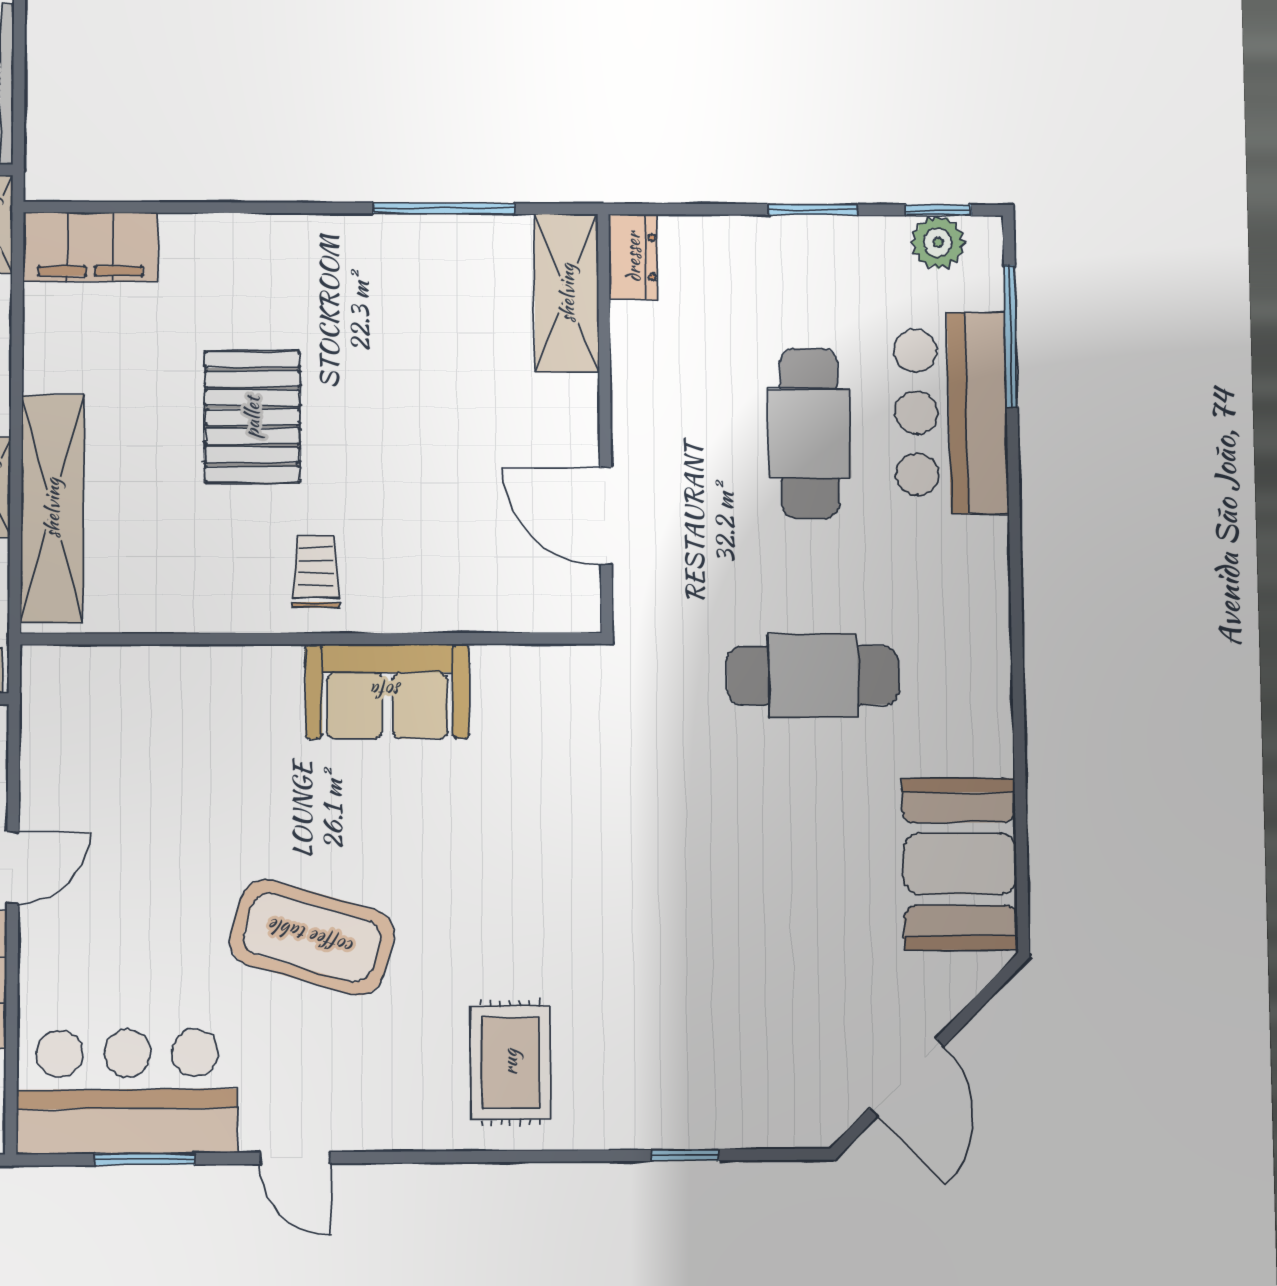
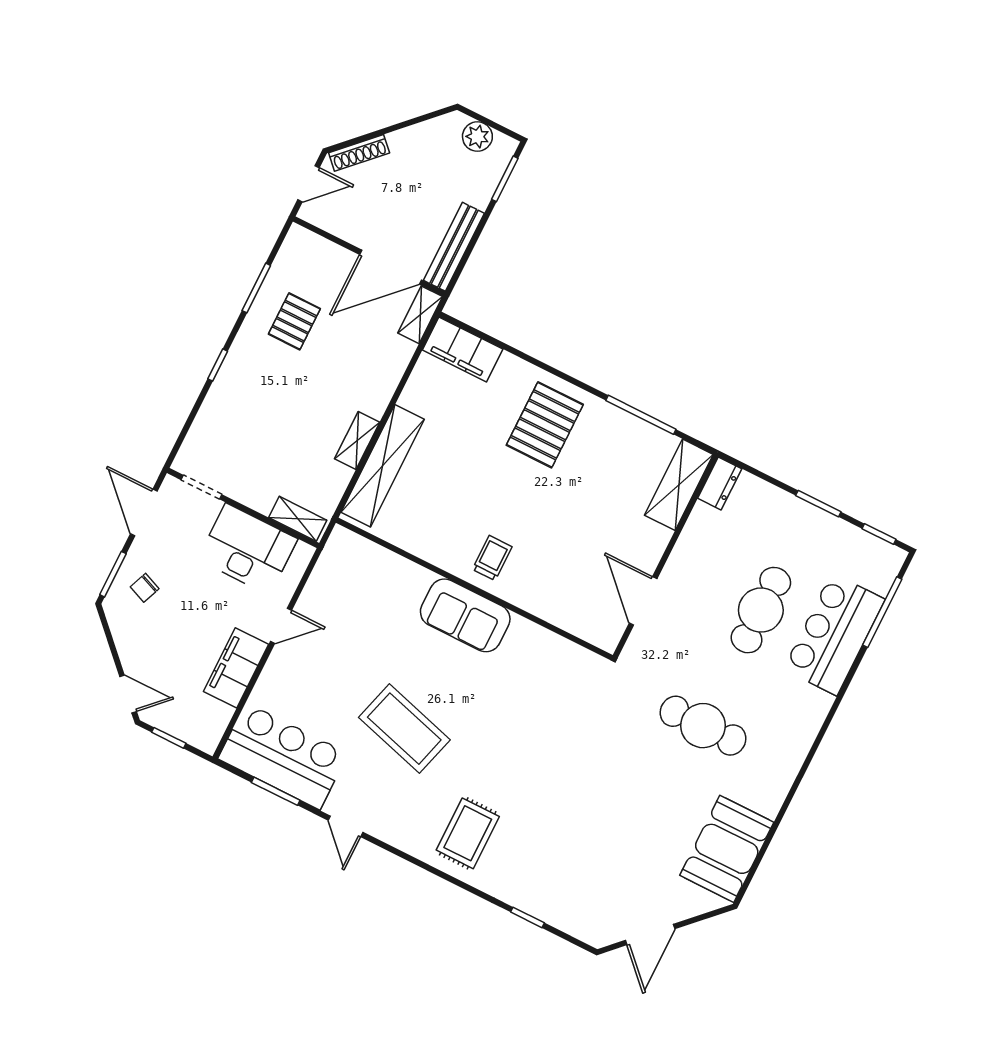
plant: (938, 242) -> (871, 549), removed
pallet: (252, 417) -> (545, 425), moved
sofa: (387, 691) -> (465, 615), moved

